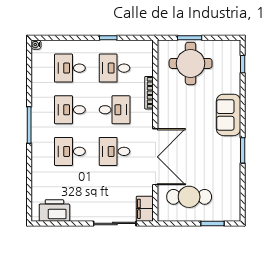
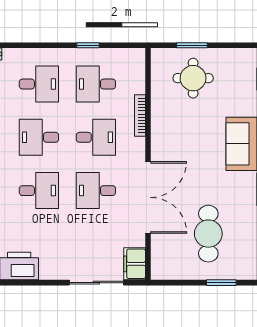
round table: (191, 63) -> (193, 78), width x0.73, depth x0.73
desk: (70, 68) -> (39, 84), turned 180
desk: (70, 151) -> (39, 191), turned 180
cafe table: (189, 197) -> (208, 234), moved, turned 90

